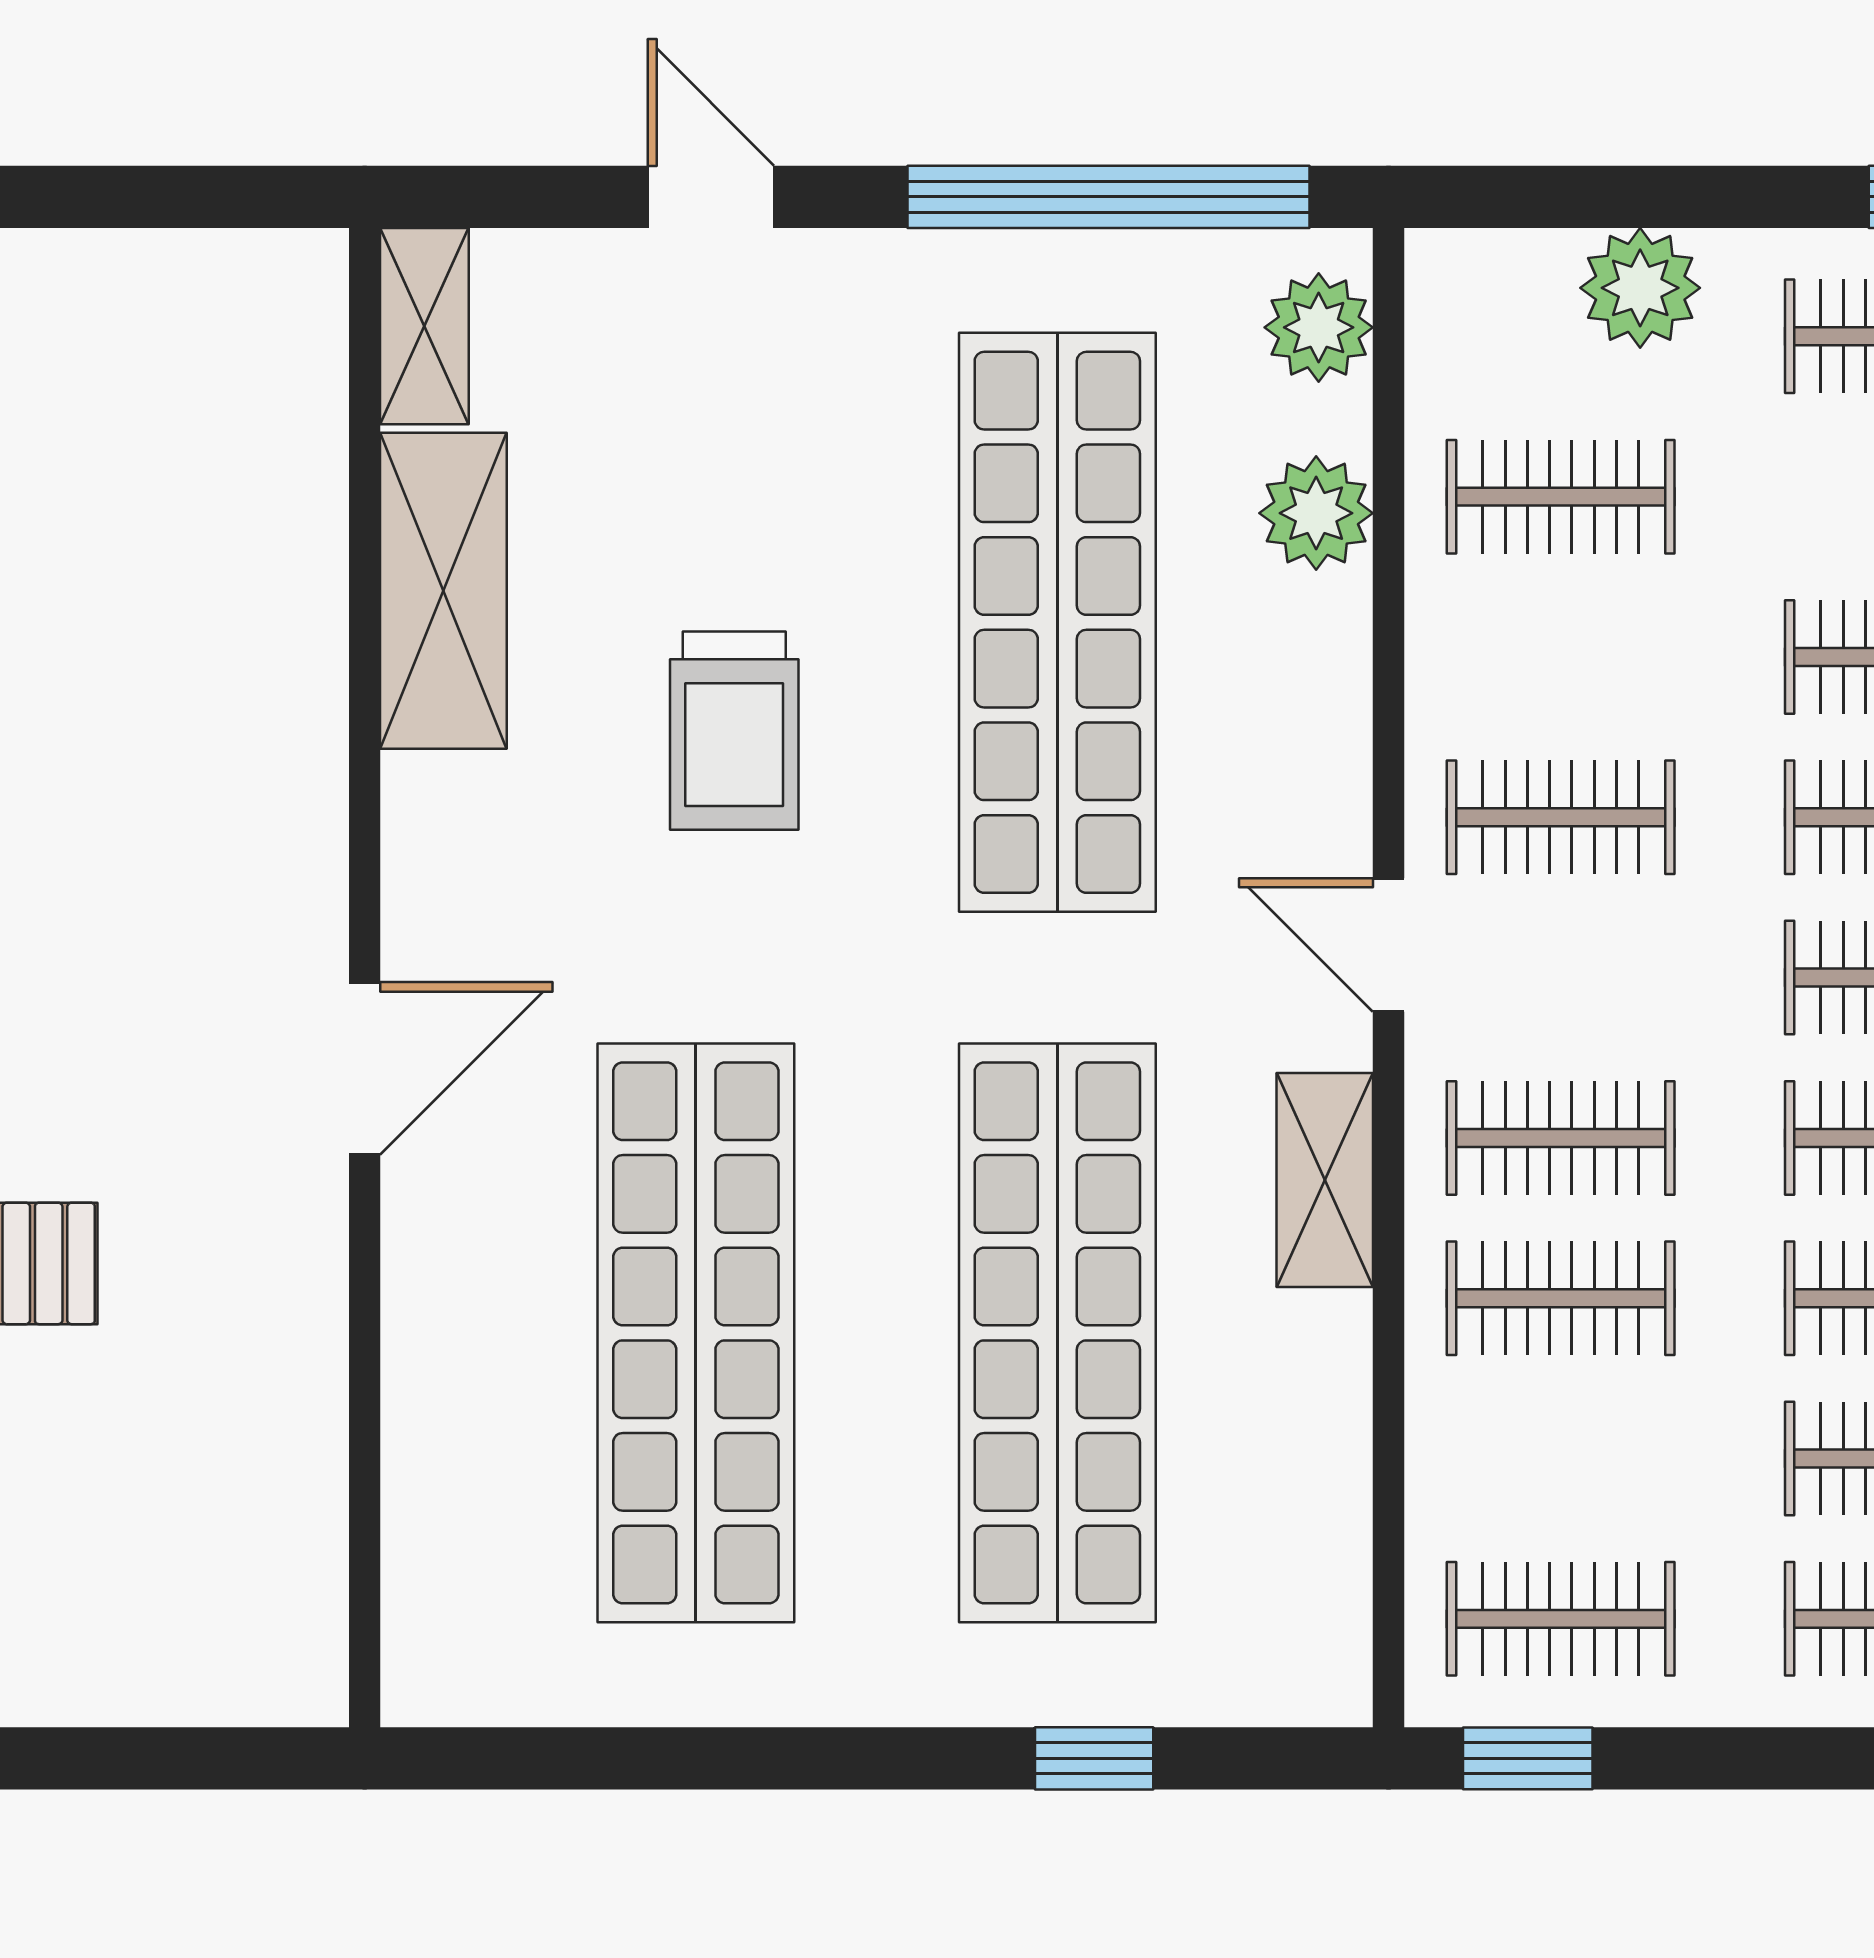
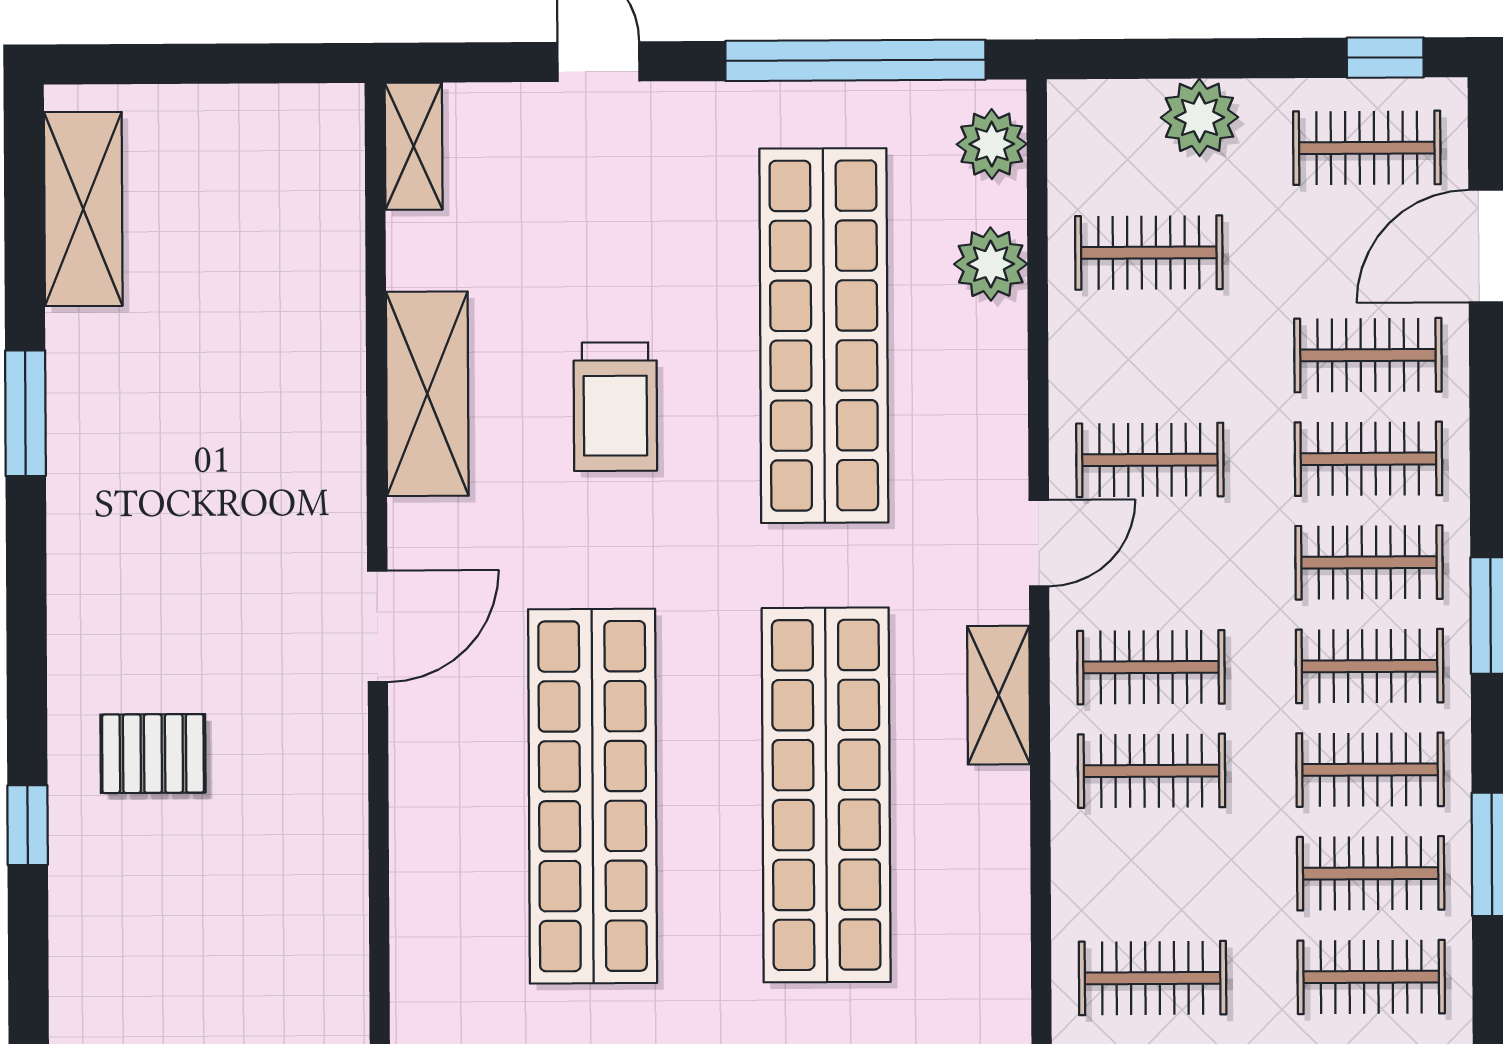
shelving: (443, 591) -> (427, 394), moved
door: (1389, 945) -> (1039, 543), swing flipped

